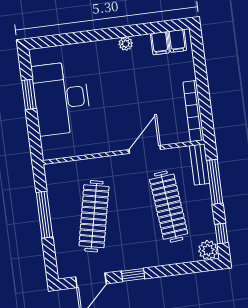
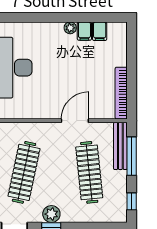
filing cabinet: (177, 41) -> (84, 31), moved
bench: (200, 164) -> (120, 146), width x1.36
plant: (208, 250) -> (51, 214), moved

